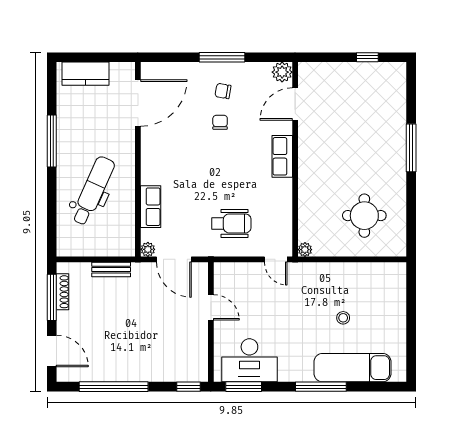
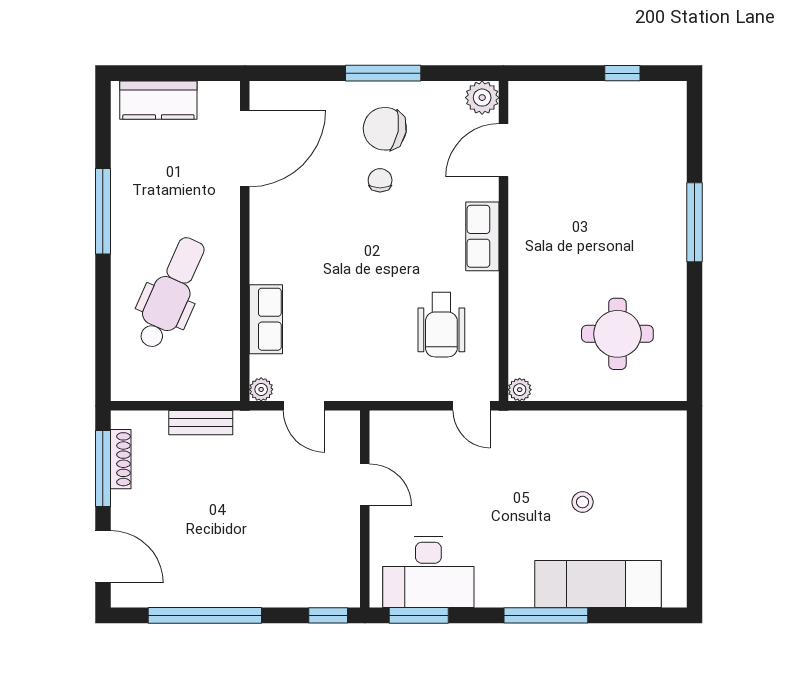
chair: (223, 91) -> (385, 129), width x1.87, depth x1.87
wheelchair: (231, 223) -> (441, 325), moved, turned 90
door: (174, 259) -> (304, 406), width x0.73

